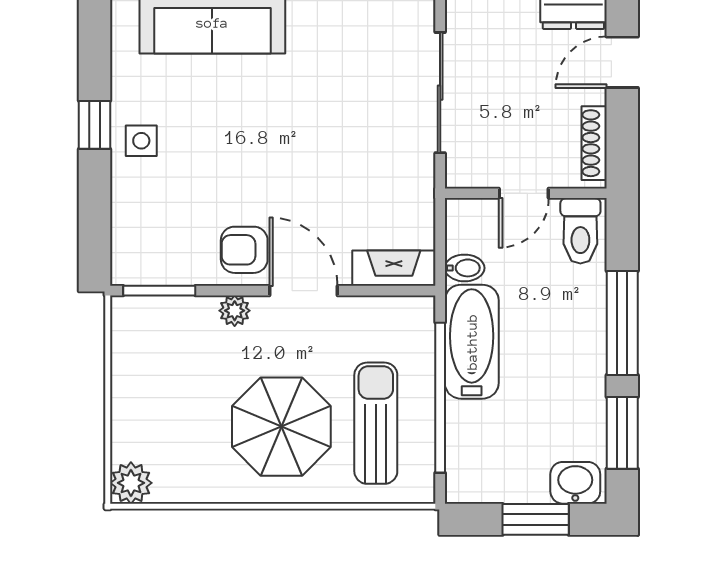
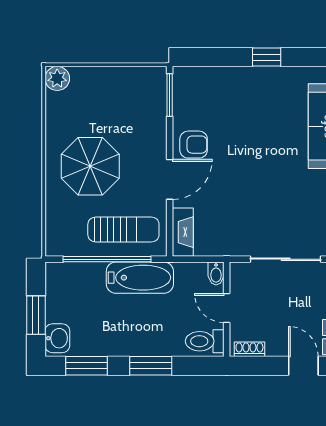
side table: (141, 141) -> (257, 84), removed
shoe rack: (594, 143) -> (249, 349), width x0.70
armchair: (244, 250) -> (194, 145), turned 90
bidet: (465, 268) -> (216, 273), moved
plant: (235, 311) -> (158, 139), removed
window: (622, 323) -> (151, 366), width x0.69
sun lounger: (376, 423) -> (123, 230), moved

